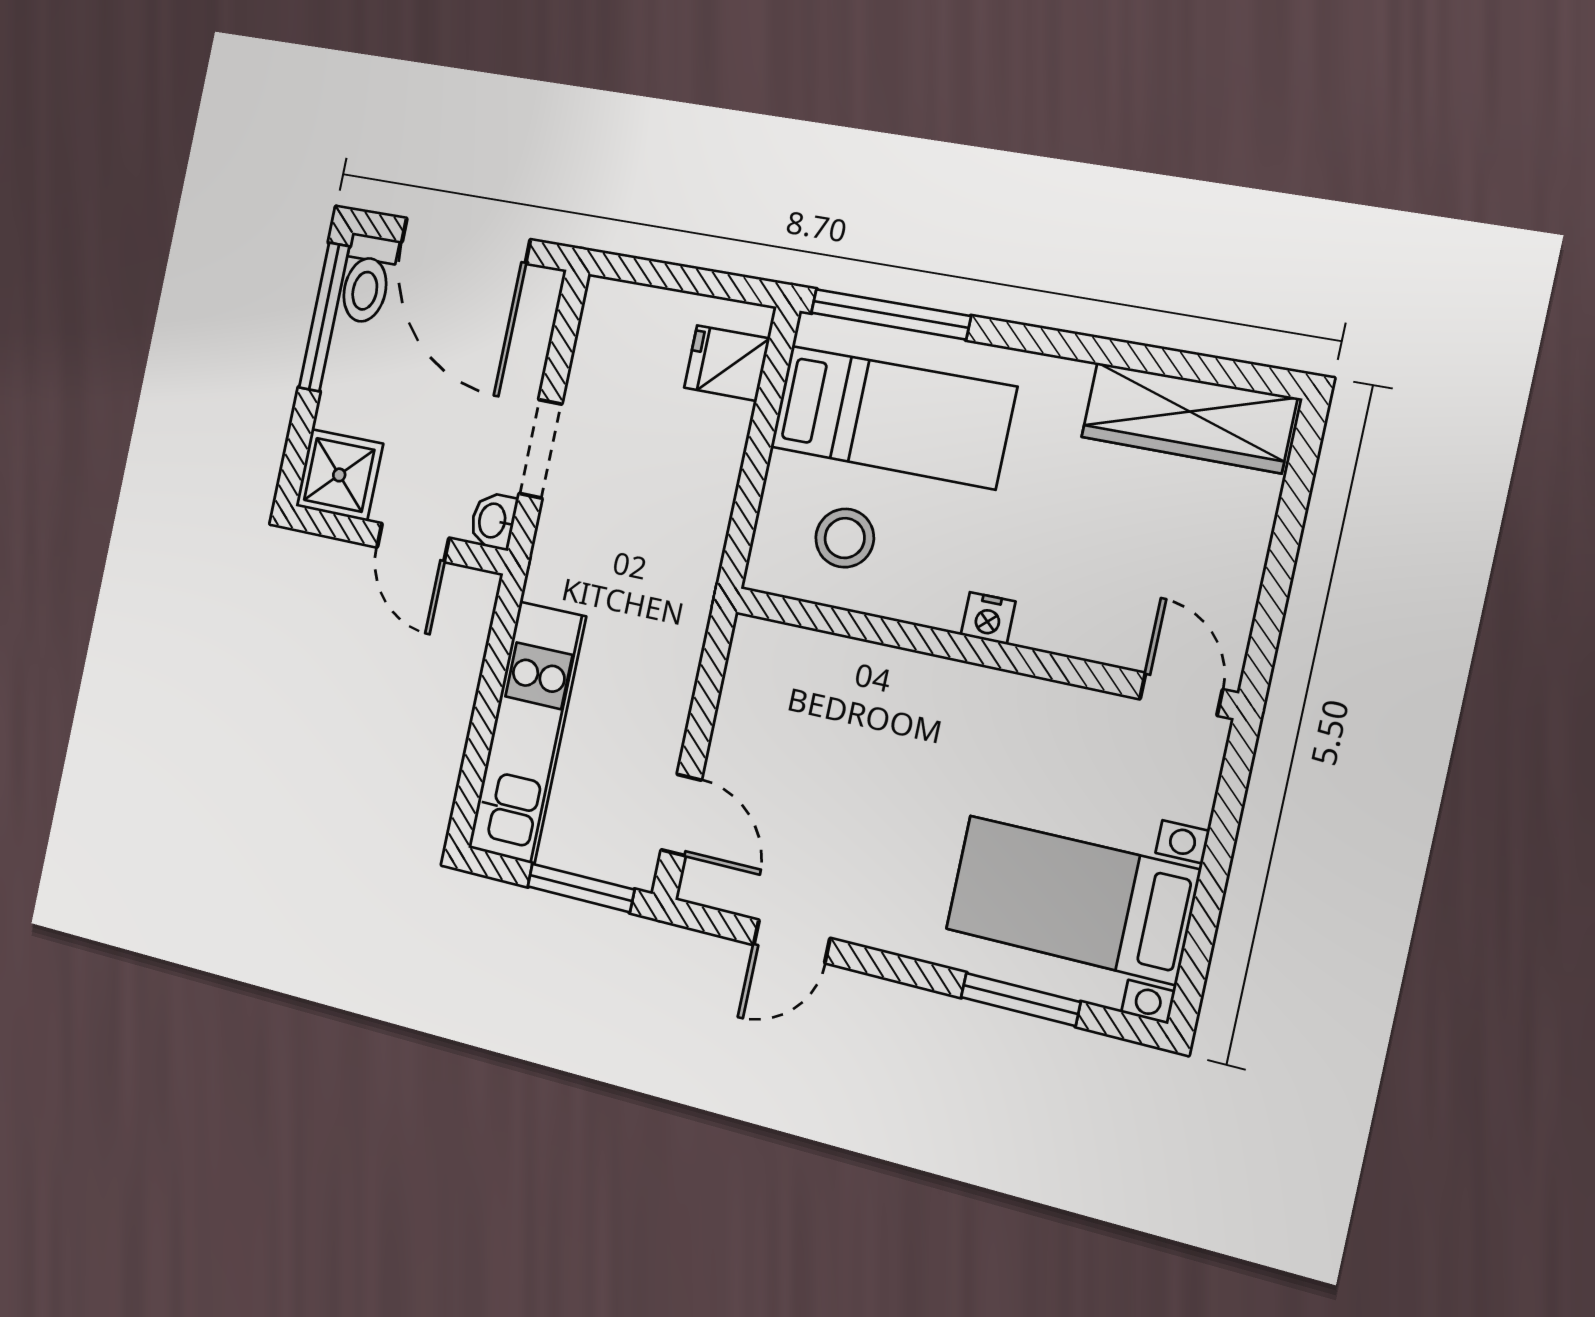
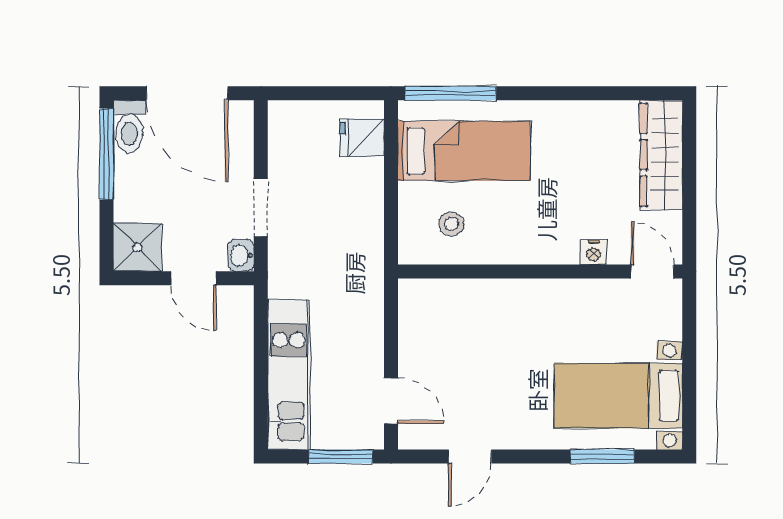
wardrobe: (1188, 418) -> (661, 155), moved, turned 90
stool: (845, 538) -> (451, 224), width x0.73, depth x0.73
nightstand: (988, 618) -> (594, 252), moved

